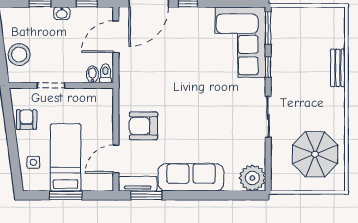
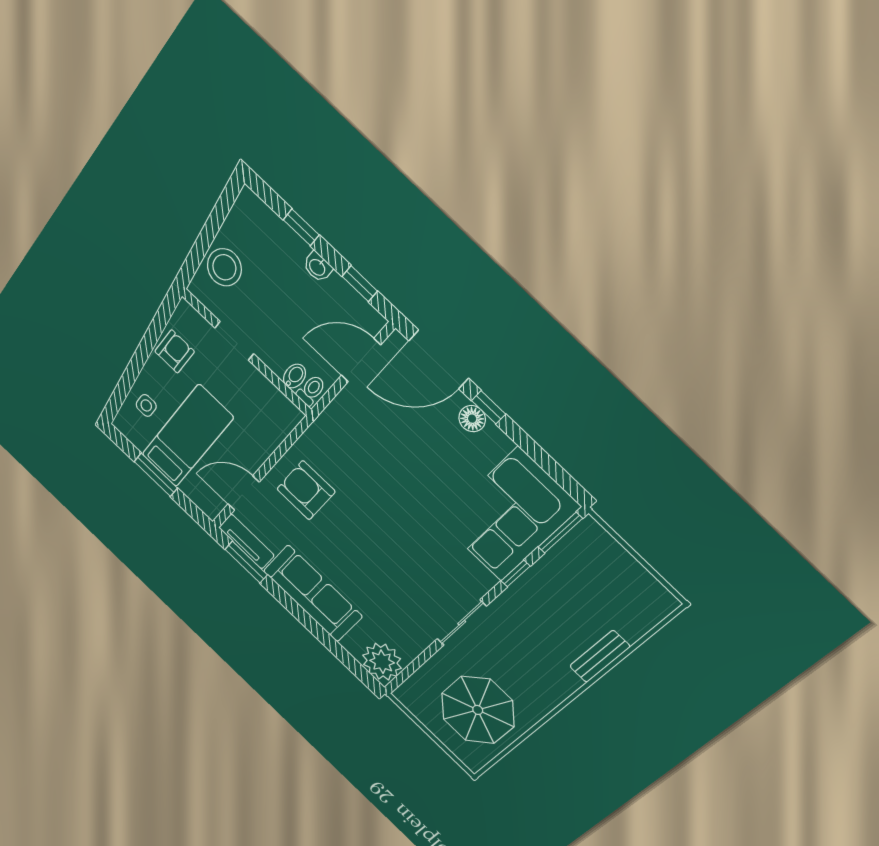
floor lamp: (186, 15) -> (472, 419), added

